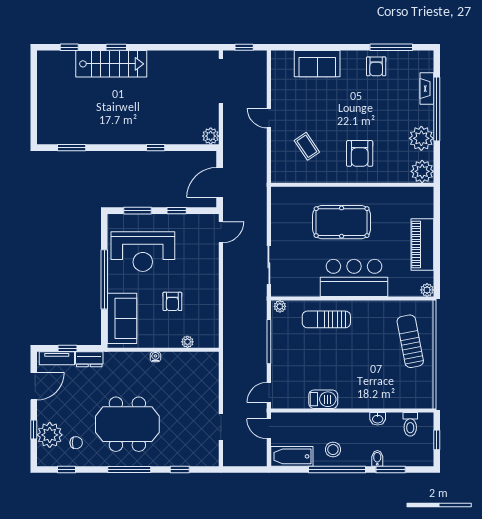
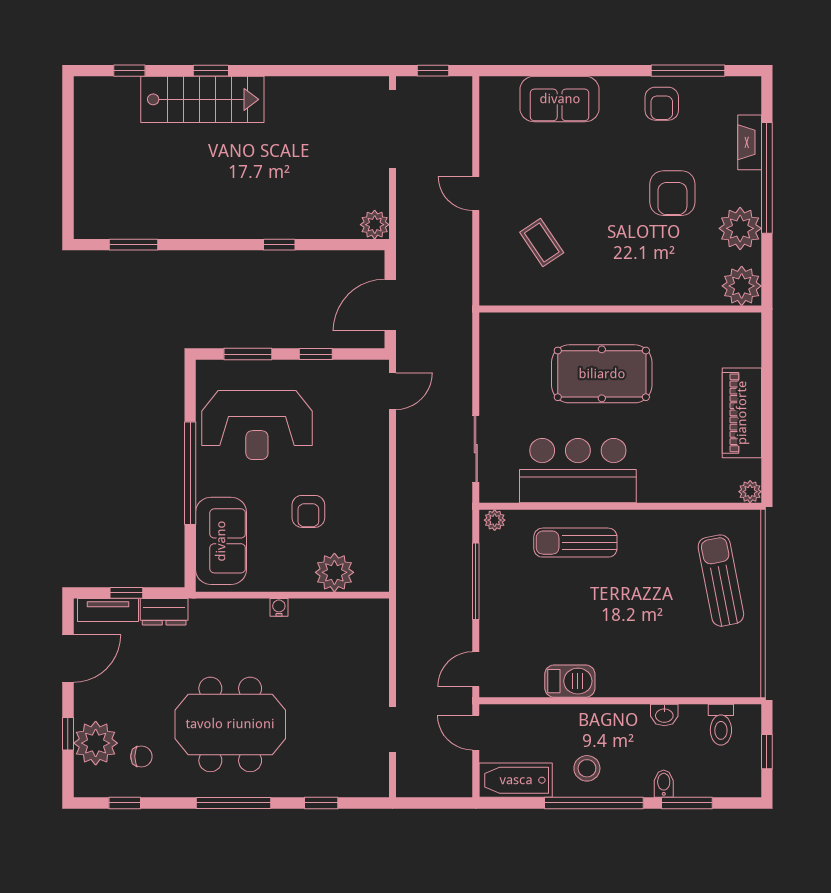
armchair: (360, 153) -> (672, 193), moved
bar counter: (354, 278) -> (578, 471), moved
plant: (187, 342) -> (334, 572), width x1.87, depth x1.87

